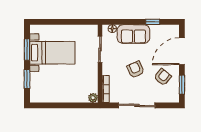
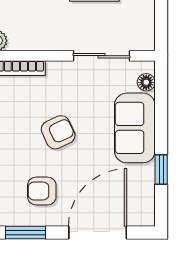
door: (182, 51) -> (98, 233), hinge flipped
armchair: (163, 77) -> (42, 191), turned 140

